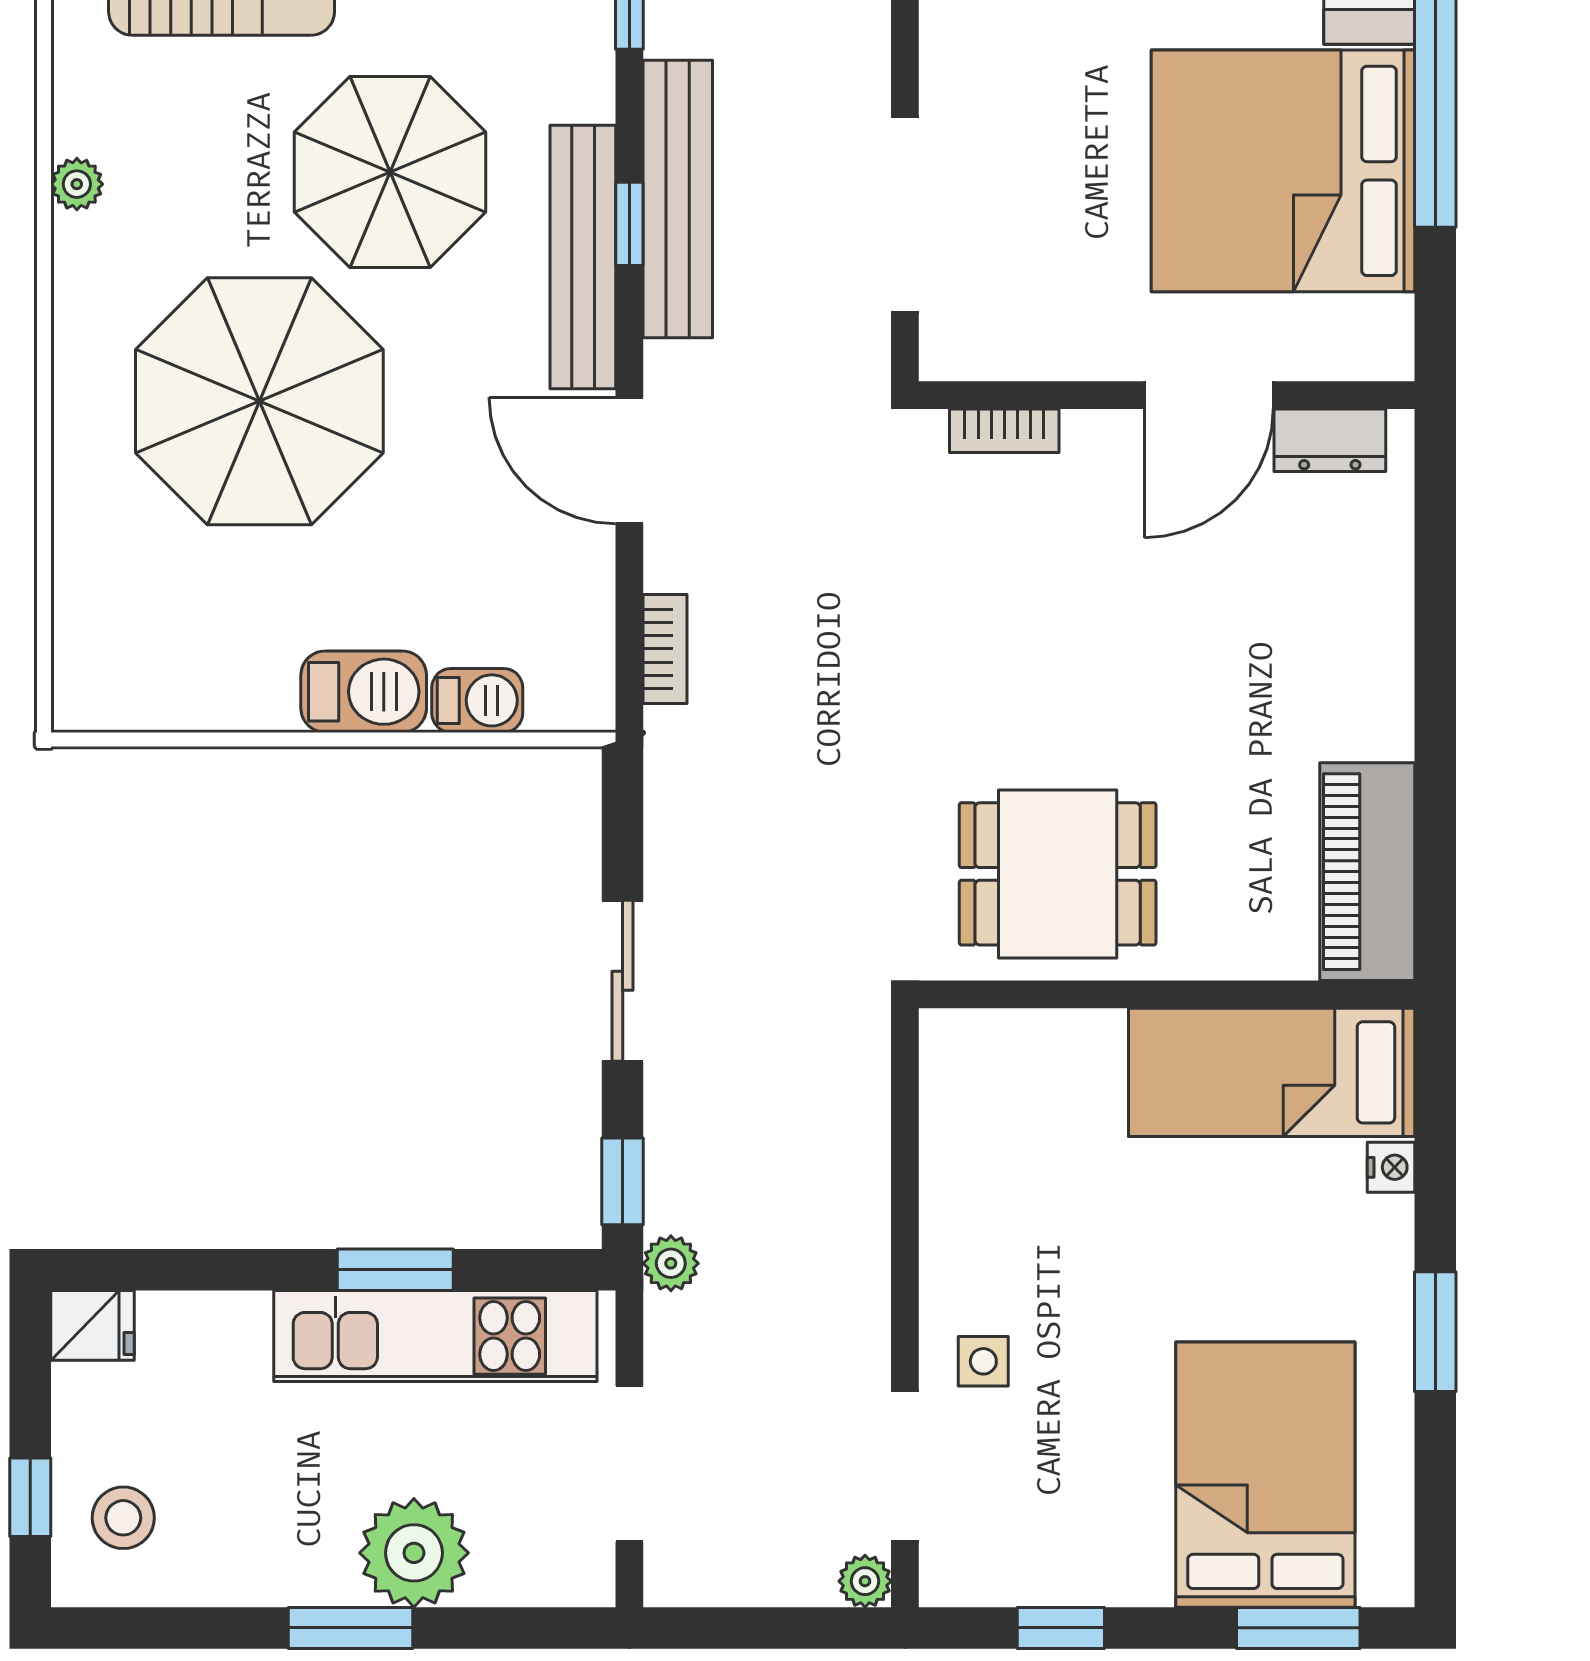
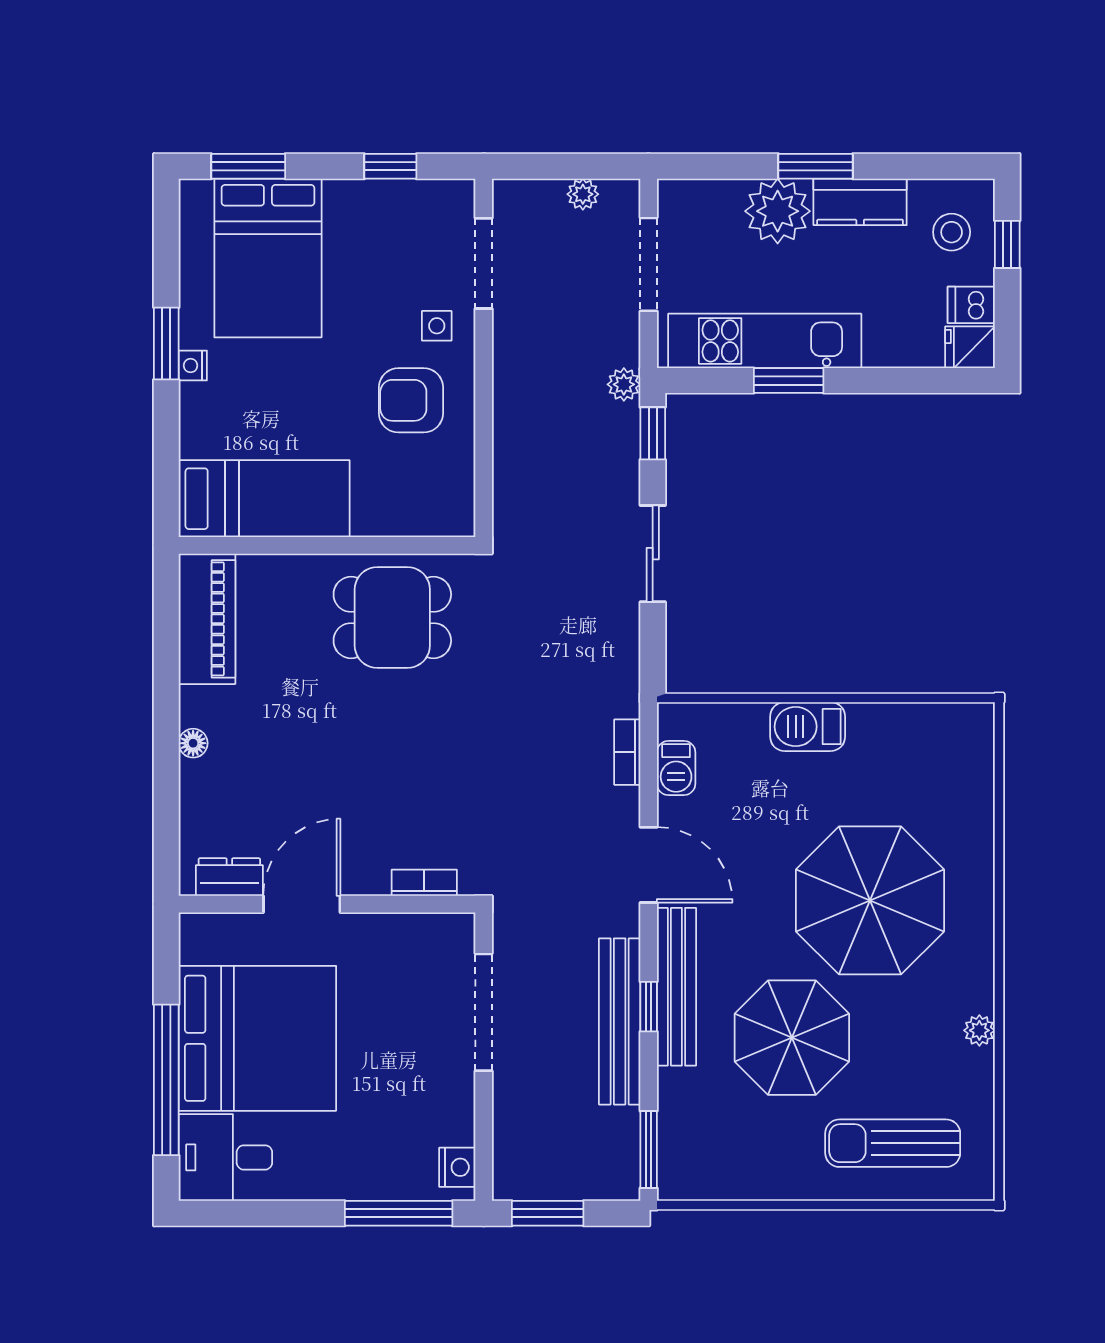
floor lamp: (1390, 664) -> (193, 743), added
barbecue: (477, 700) -> (676, 768), moved, turned -90
nightstand: (1391, 1167) -> (193, 366), moved
armchair: (1026, 1237) -> (411, 400), added
dishwasher: (90, 1396) -> (971, 305), added
kitchen counter: (276, 1568) -> (860, 202), added
plant: (865, 1581) -> (583, 194), moved

